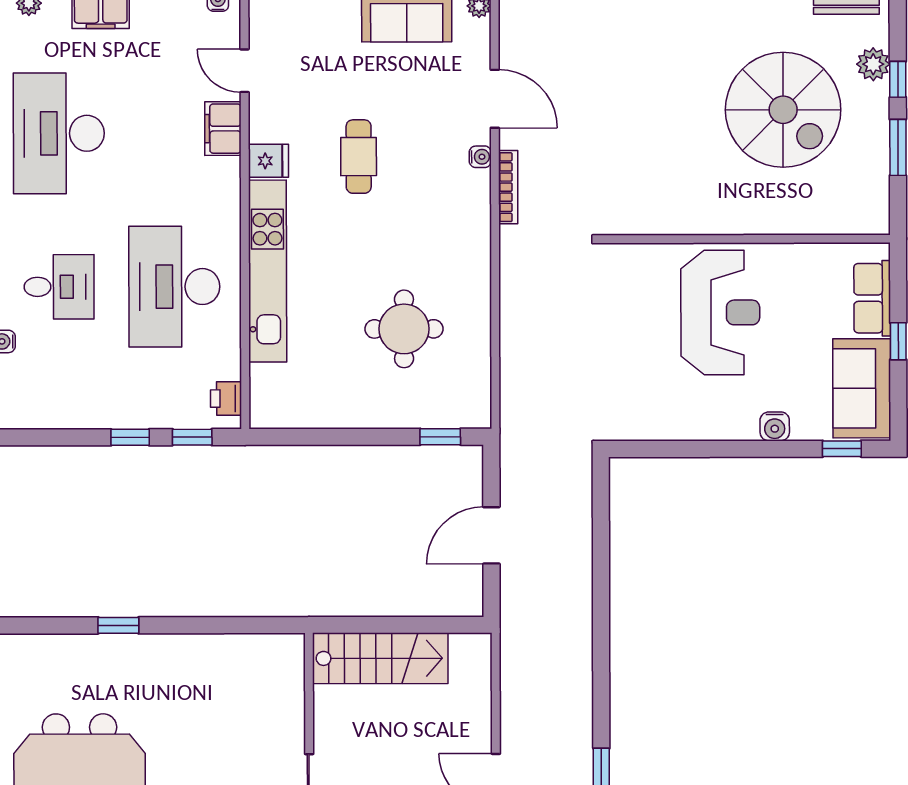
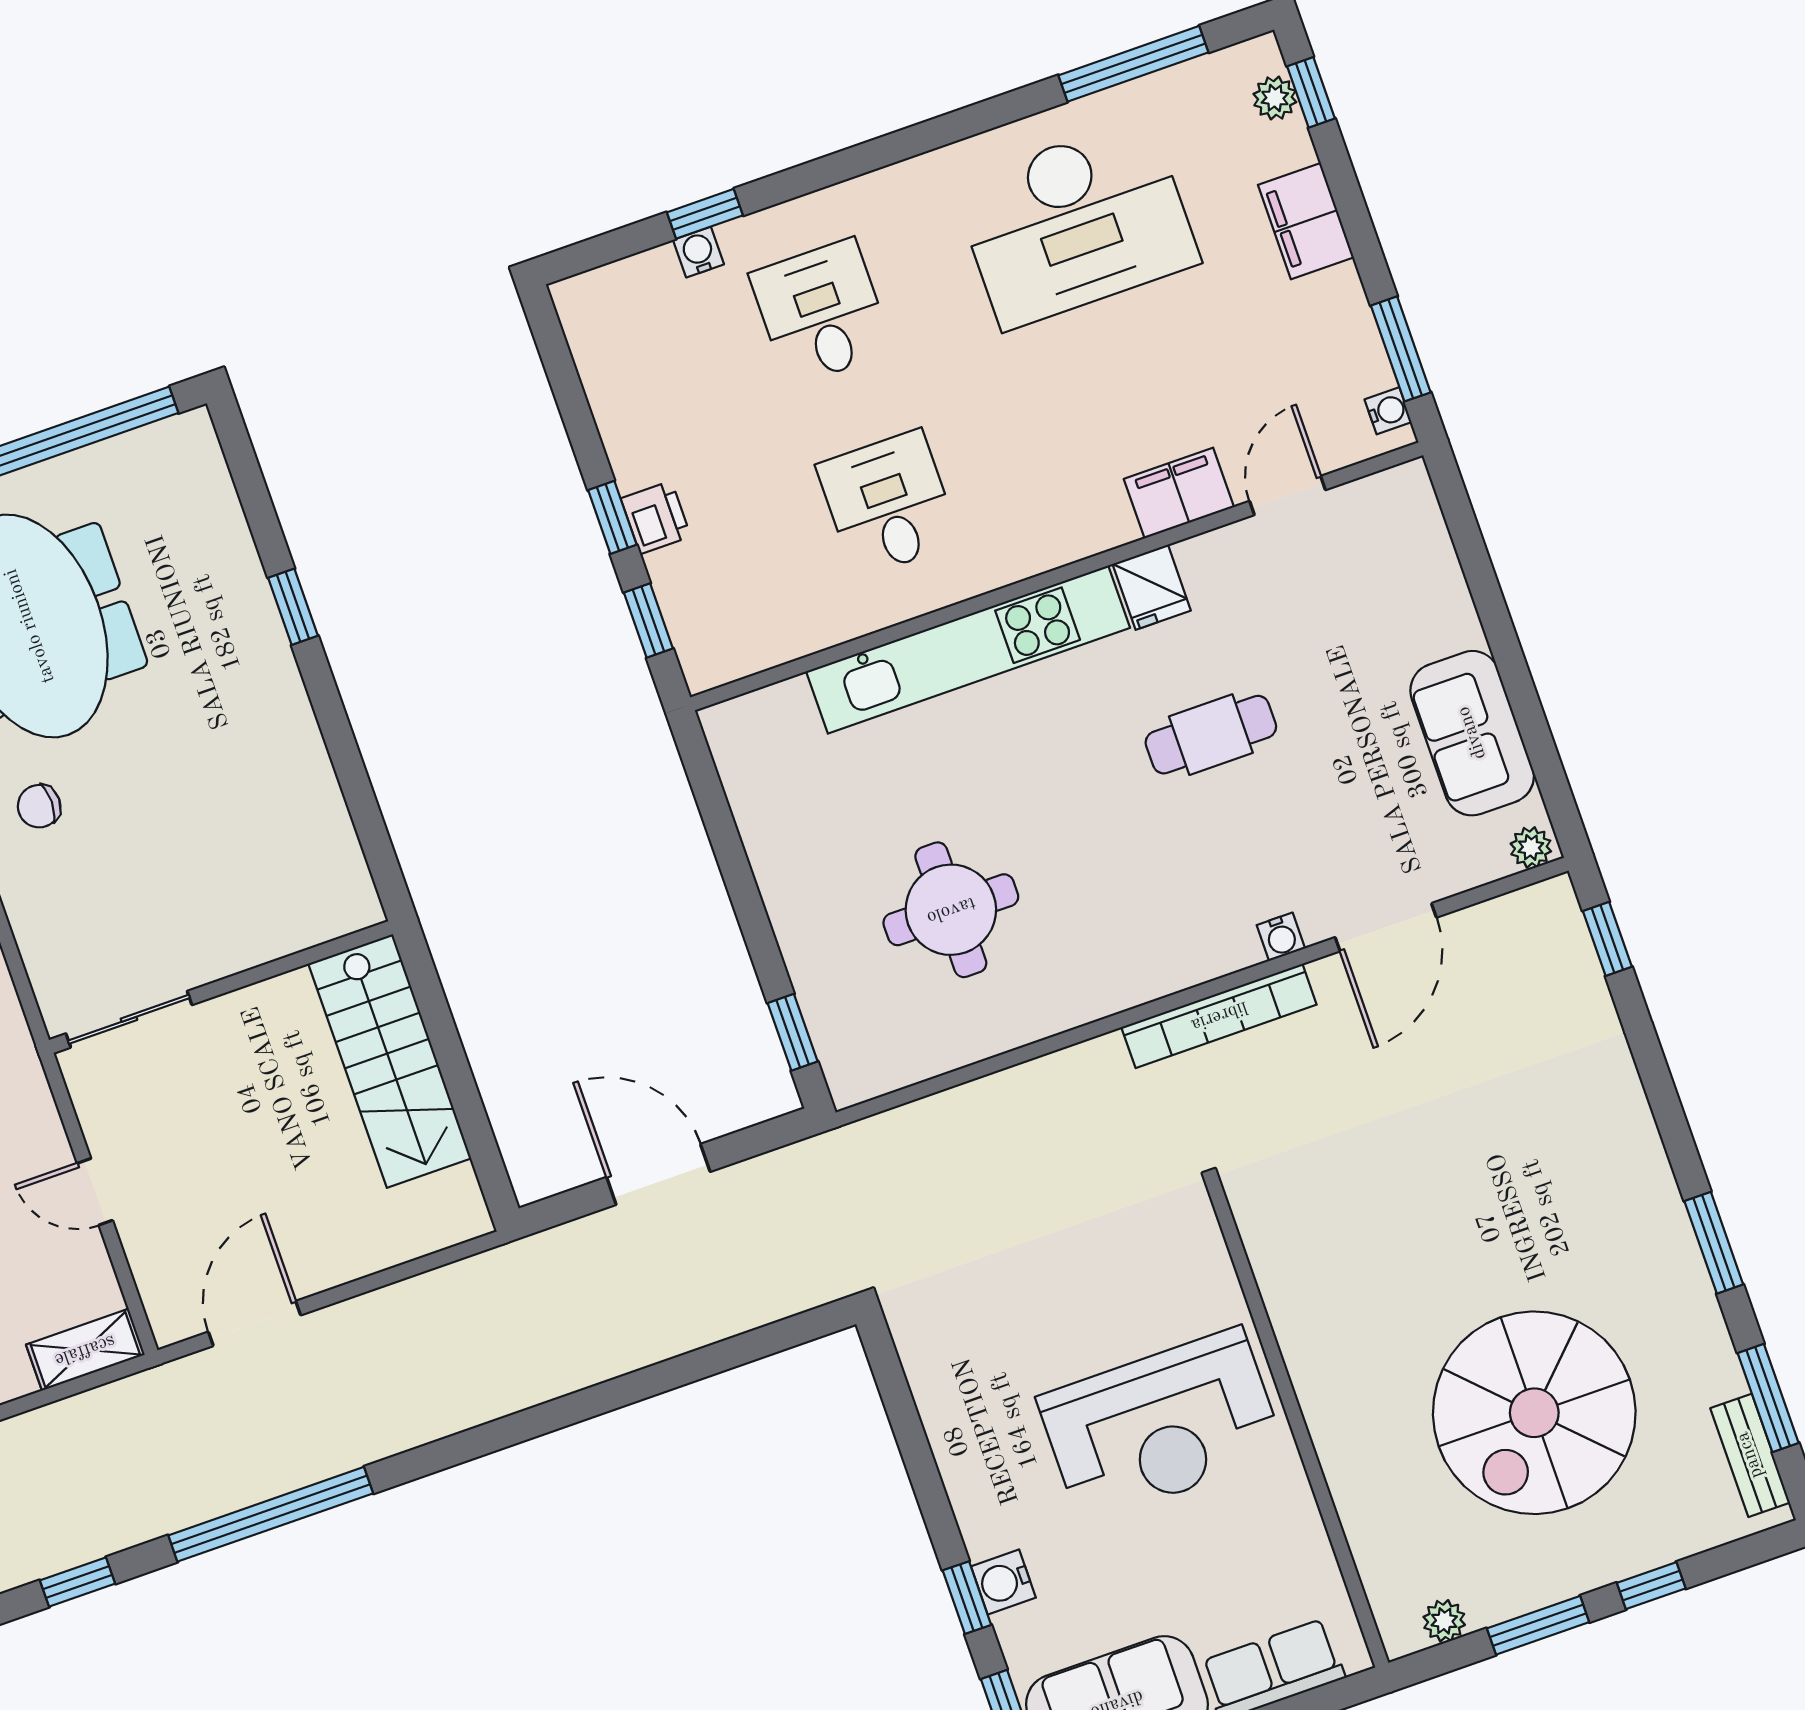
plant: (873, 64) -> (1444, 1621), moved, width x0.73, depth x0.73
desk: (59, 133) -> (1076, 223), turned 180
bookcase: (508, 187) -> (1219, 1016), width x1.48, depth x1.31
desk: (59, 287) -> (821, 312), turned 180
desk: (174, 287) -> (888, 504), width x0.53, depth x0.77
printer: (226, 399) -> (656, 518), moved, turned 90
window: (776, 449) -> (967, 1598), added

